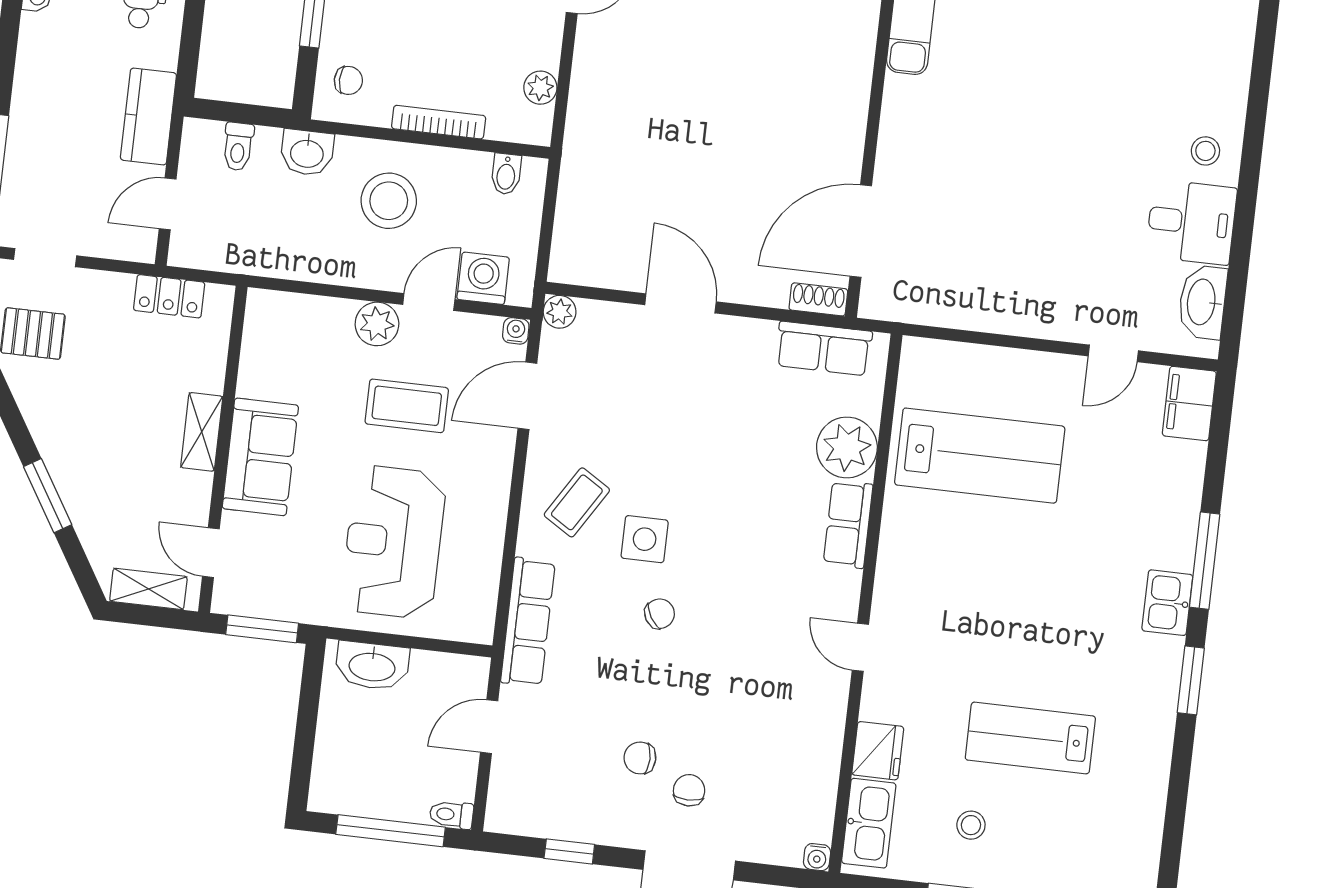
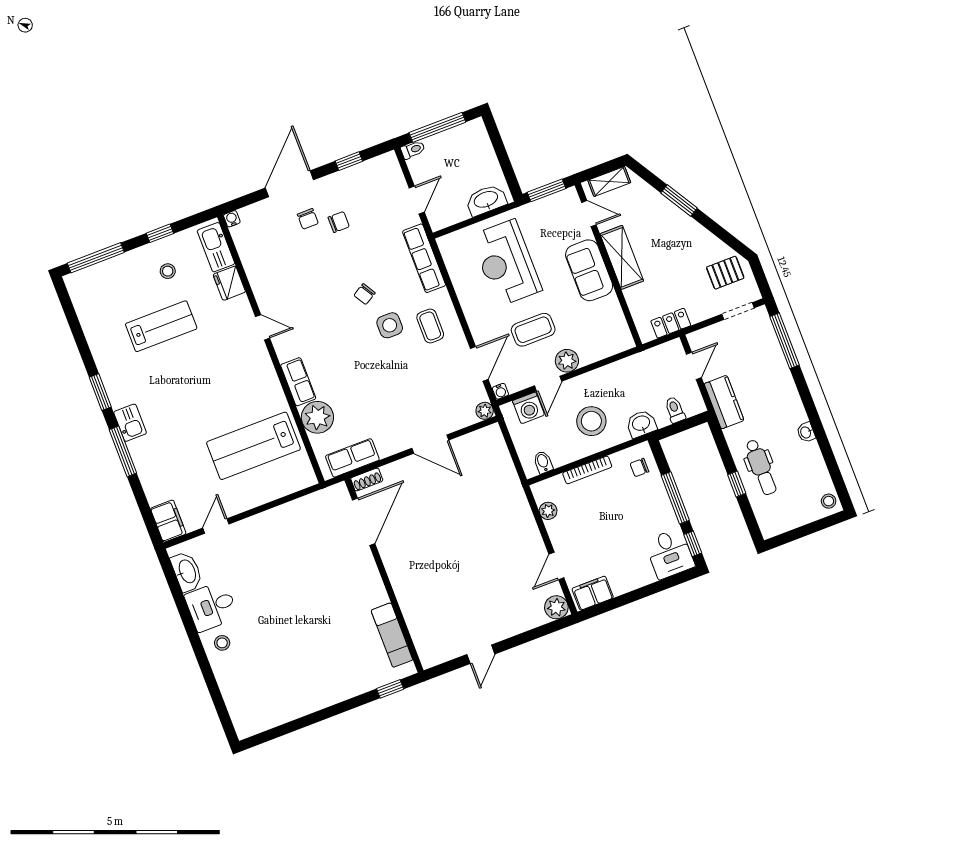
shelving: (202, 432) -> (622, 257), width x1.50, depth x1.33
coffee table: (577, 502) -> (430, 326), turned -32
reception desk: (393, 542) -> (506, 263), turned 180

